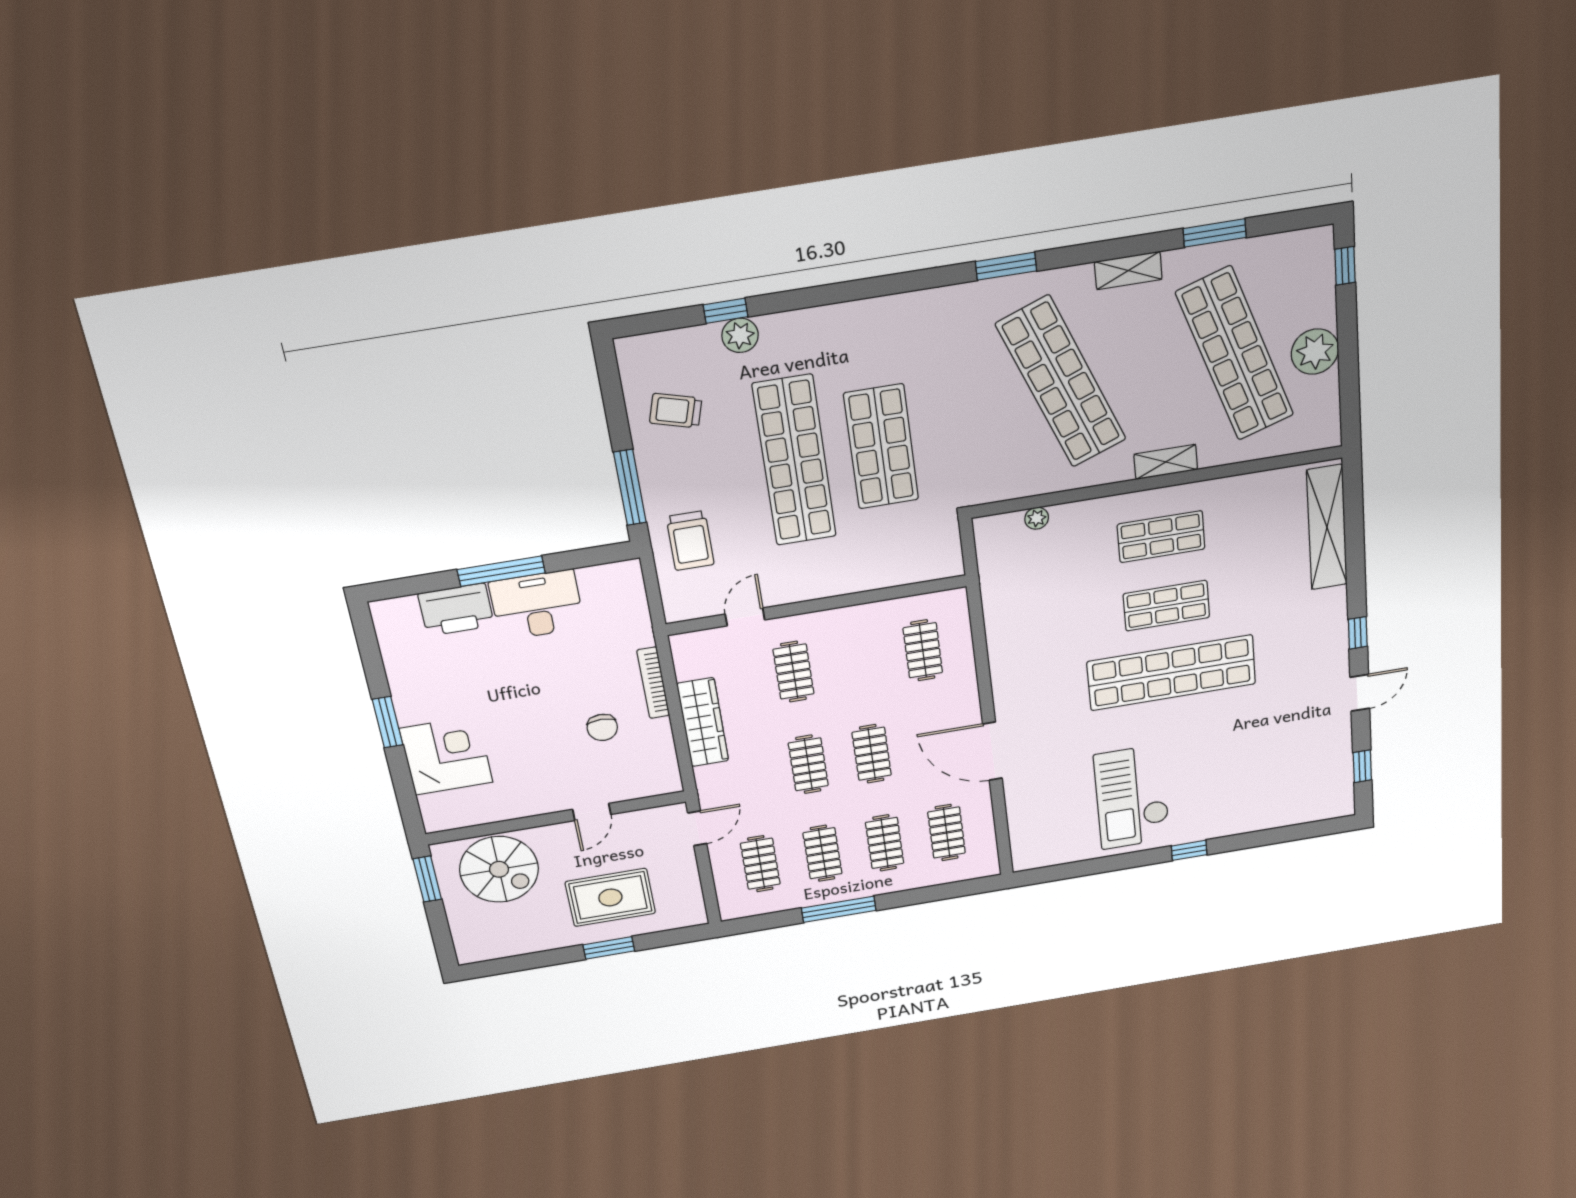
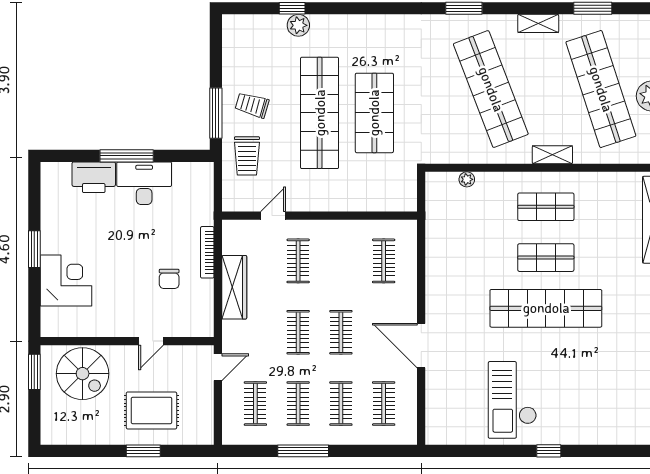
trolley: (676, 411) -> (252, 105), moved

